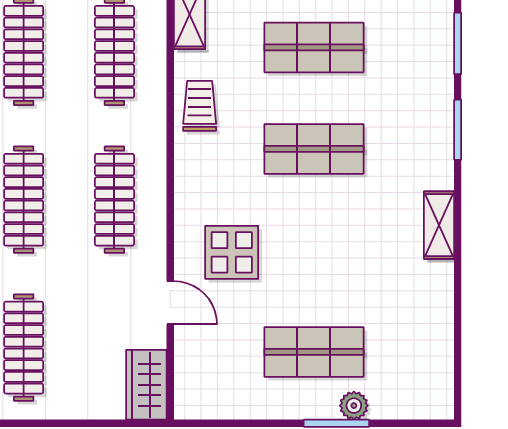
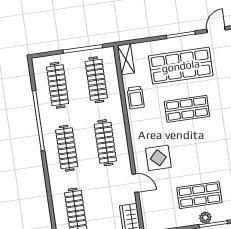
shop shelf: (314, 47) -> (181, 66), width x1.43, depth x1.36
trolley: (200, 106) -> (136, 98), turned 180
plant: (354, 406) -> (205, 218), moved

